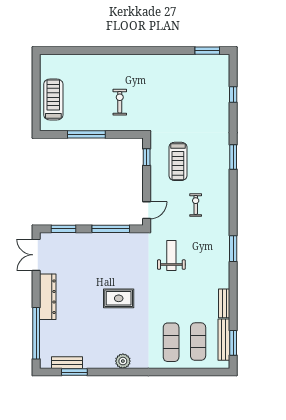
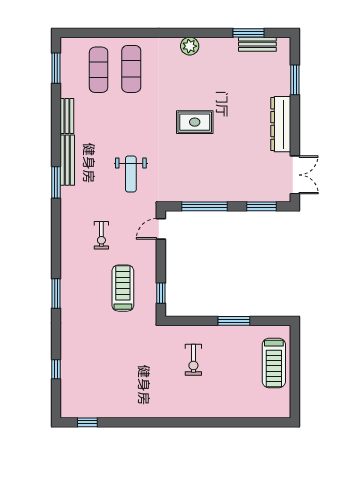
window: (207, 51) -> (87, 422), width x0.67
window: (86, 134) -> (234, 321), width x0.69
window: (36, 333) -> (295, 80), width x0.47
bench: (224, 340) -> (67, 160), moved

